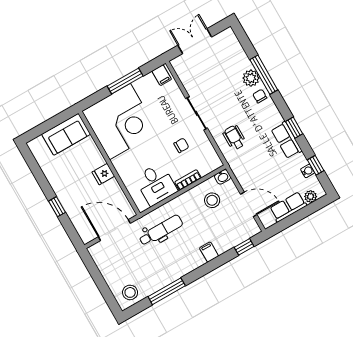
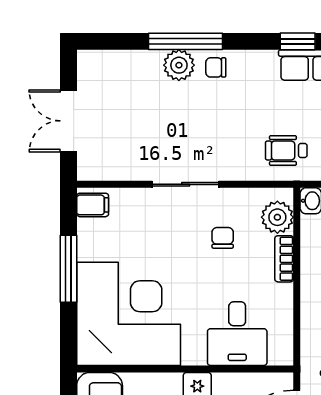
wheelchair: (234, 137) -> (286, 151), moved
plant: (206, 166) -> (277, 217), added
desk: (156, 184) -> (237, 334), moved, turned 90

